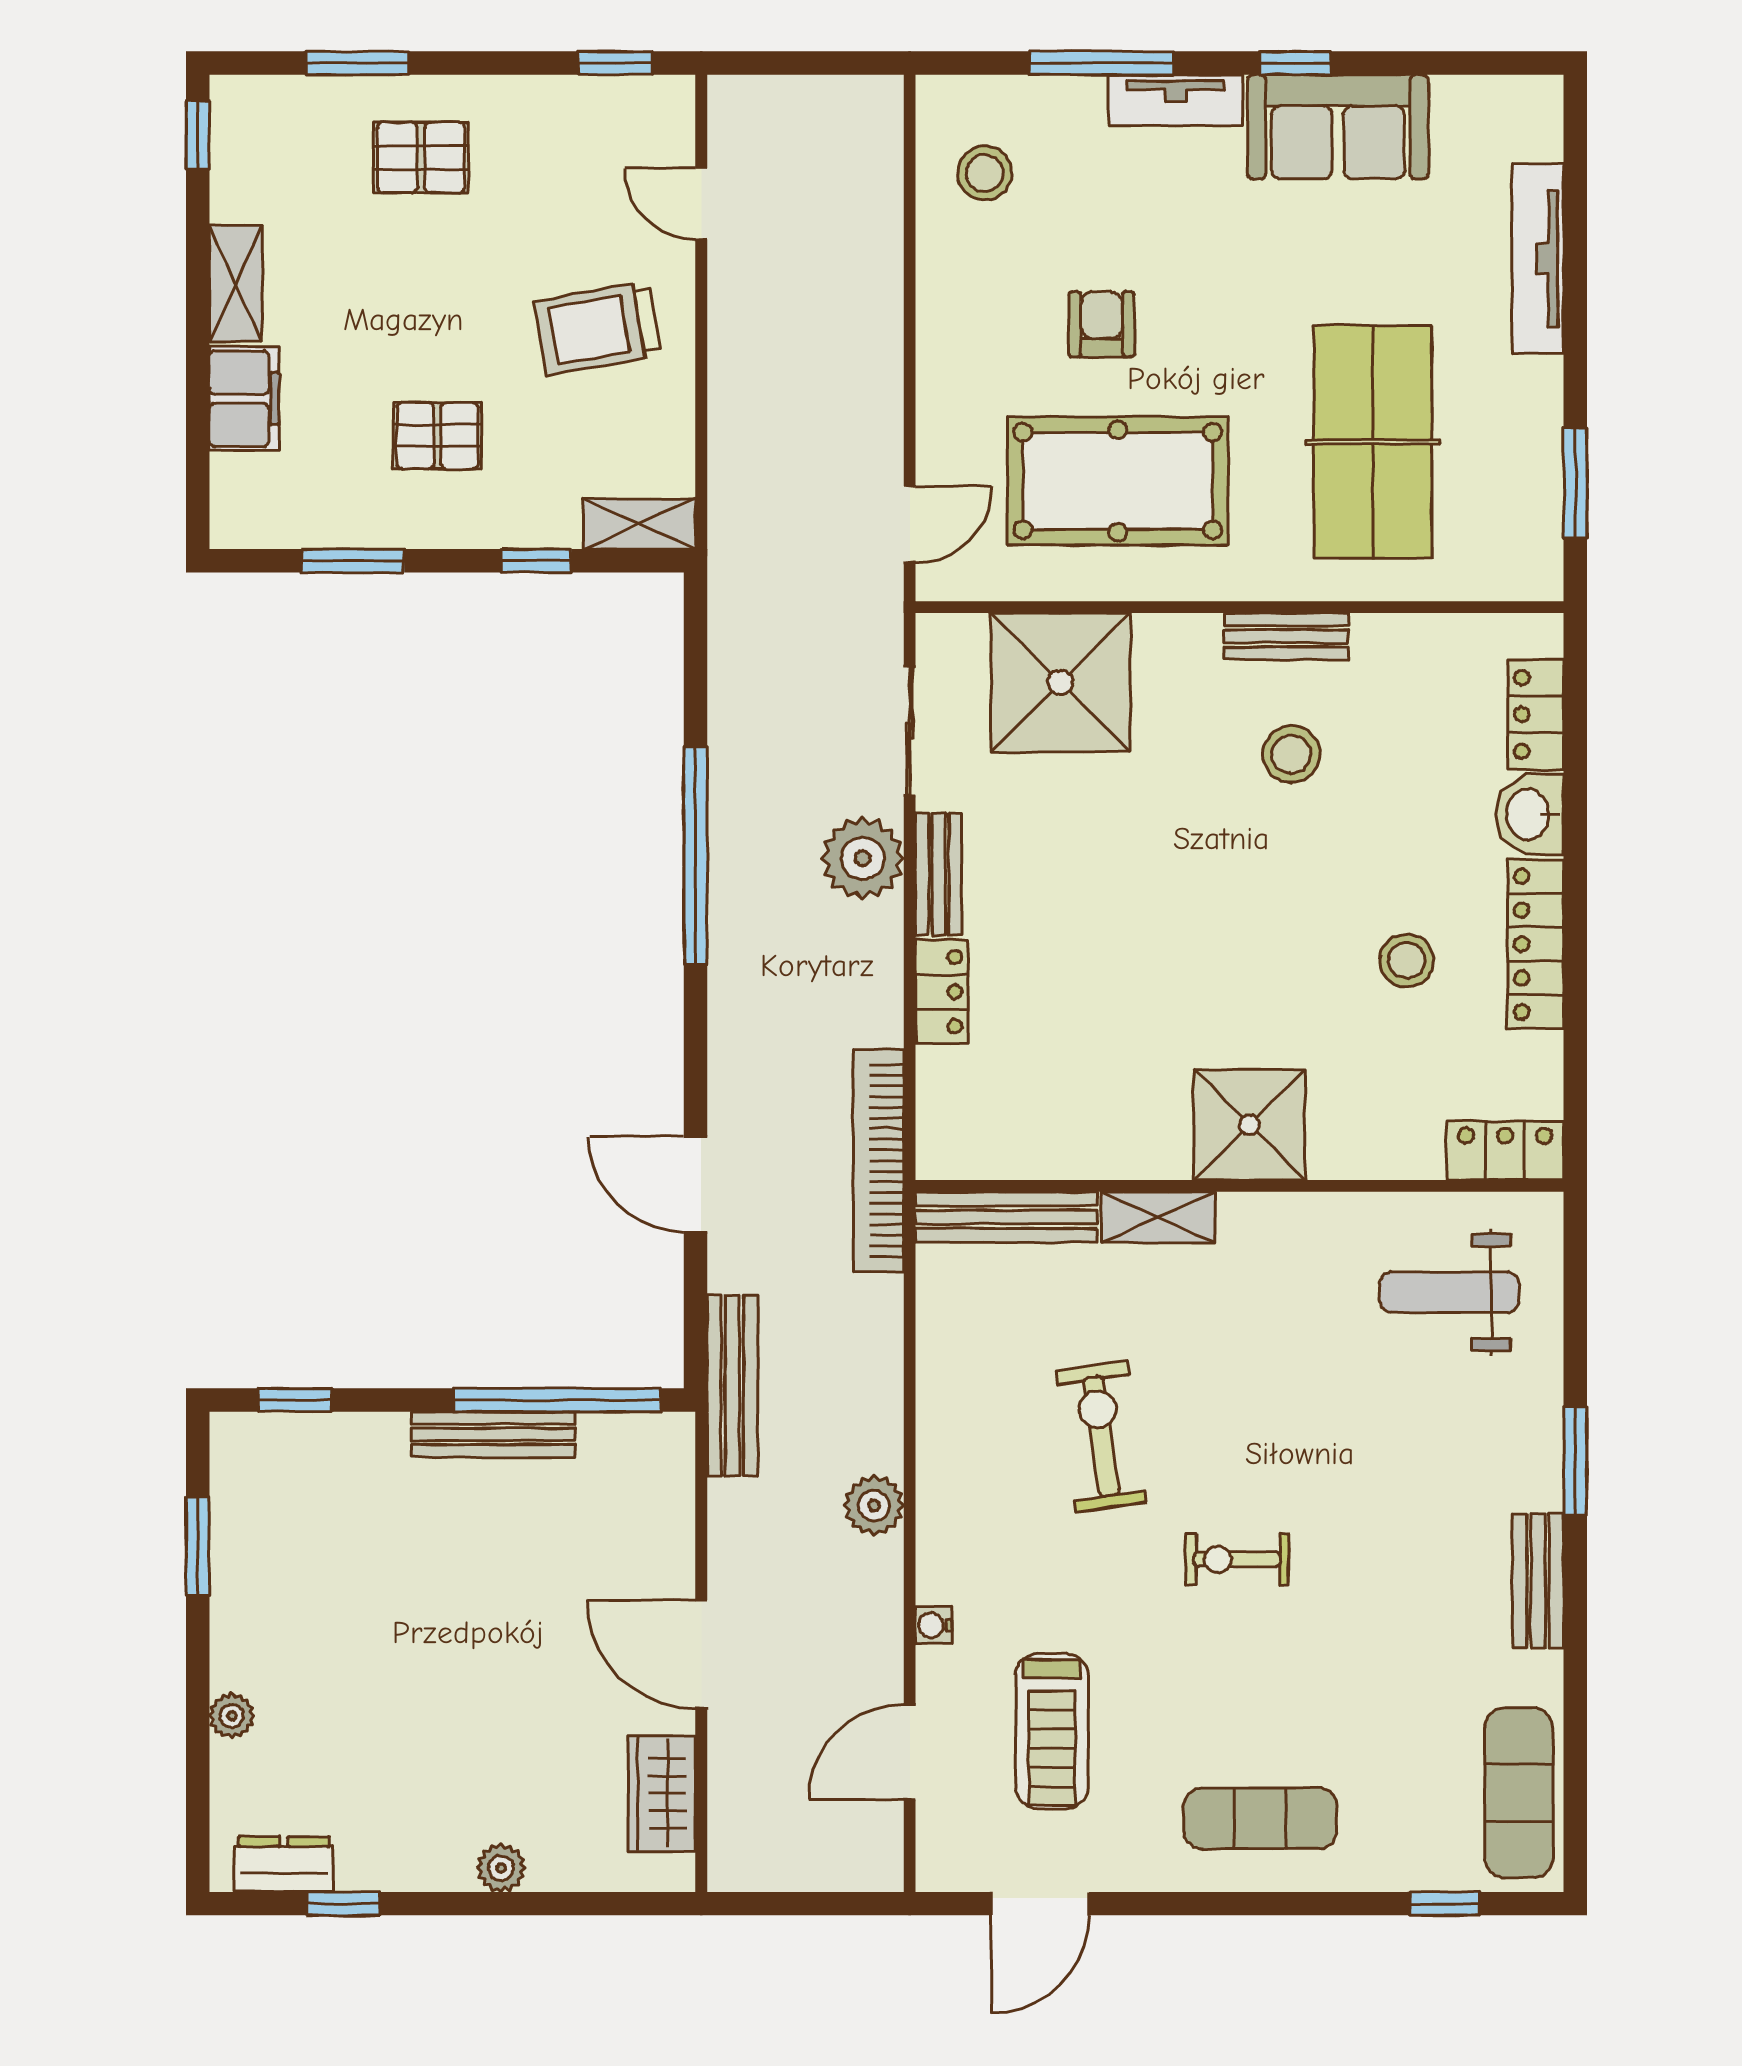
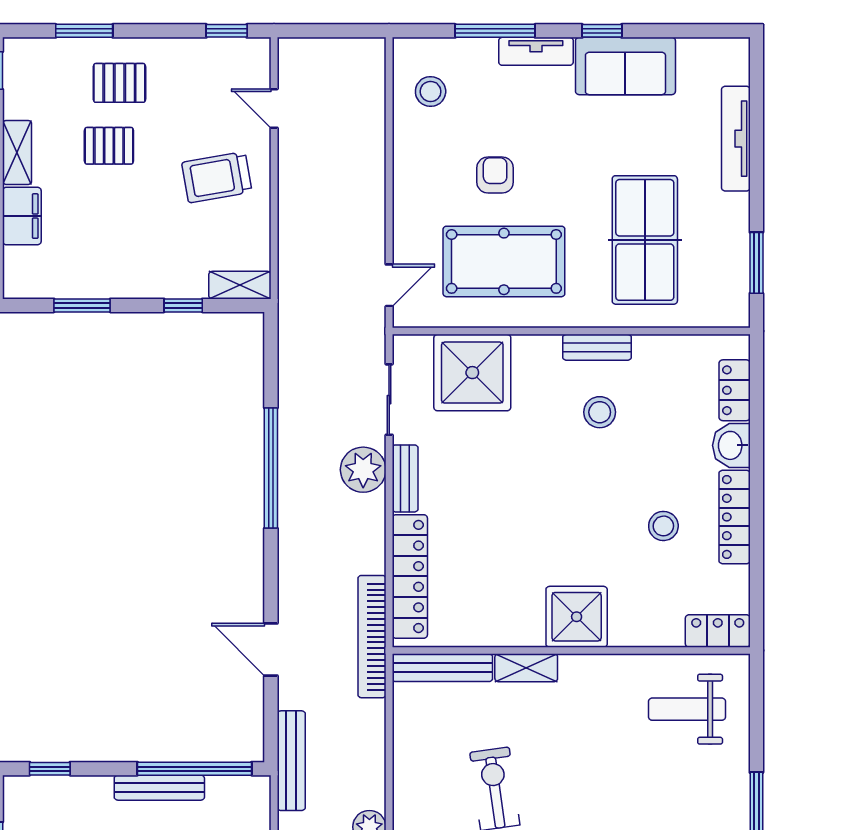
pallet: (437, 436) -> (109, 146), moved
locker: (942, 992) -> (410, 576), width x2.16, depth x1.21

